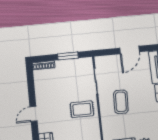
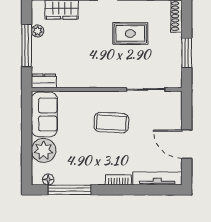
rug: (82, 109) -> (130, 34), moved, turned 90

